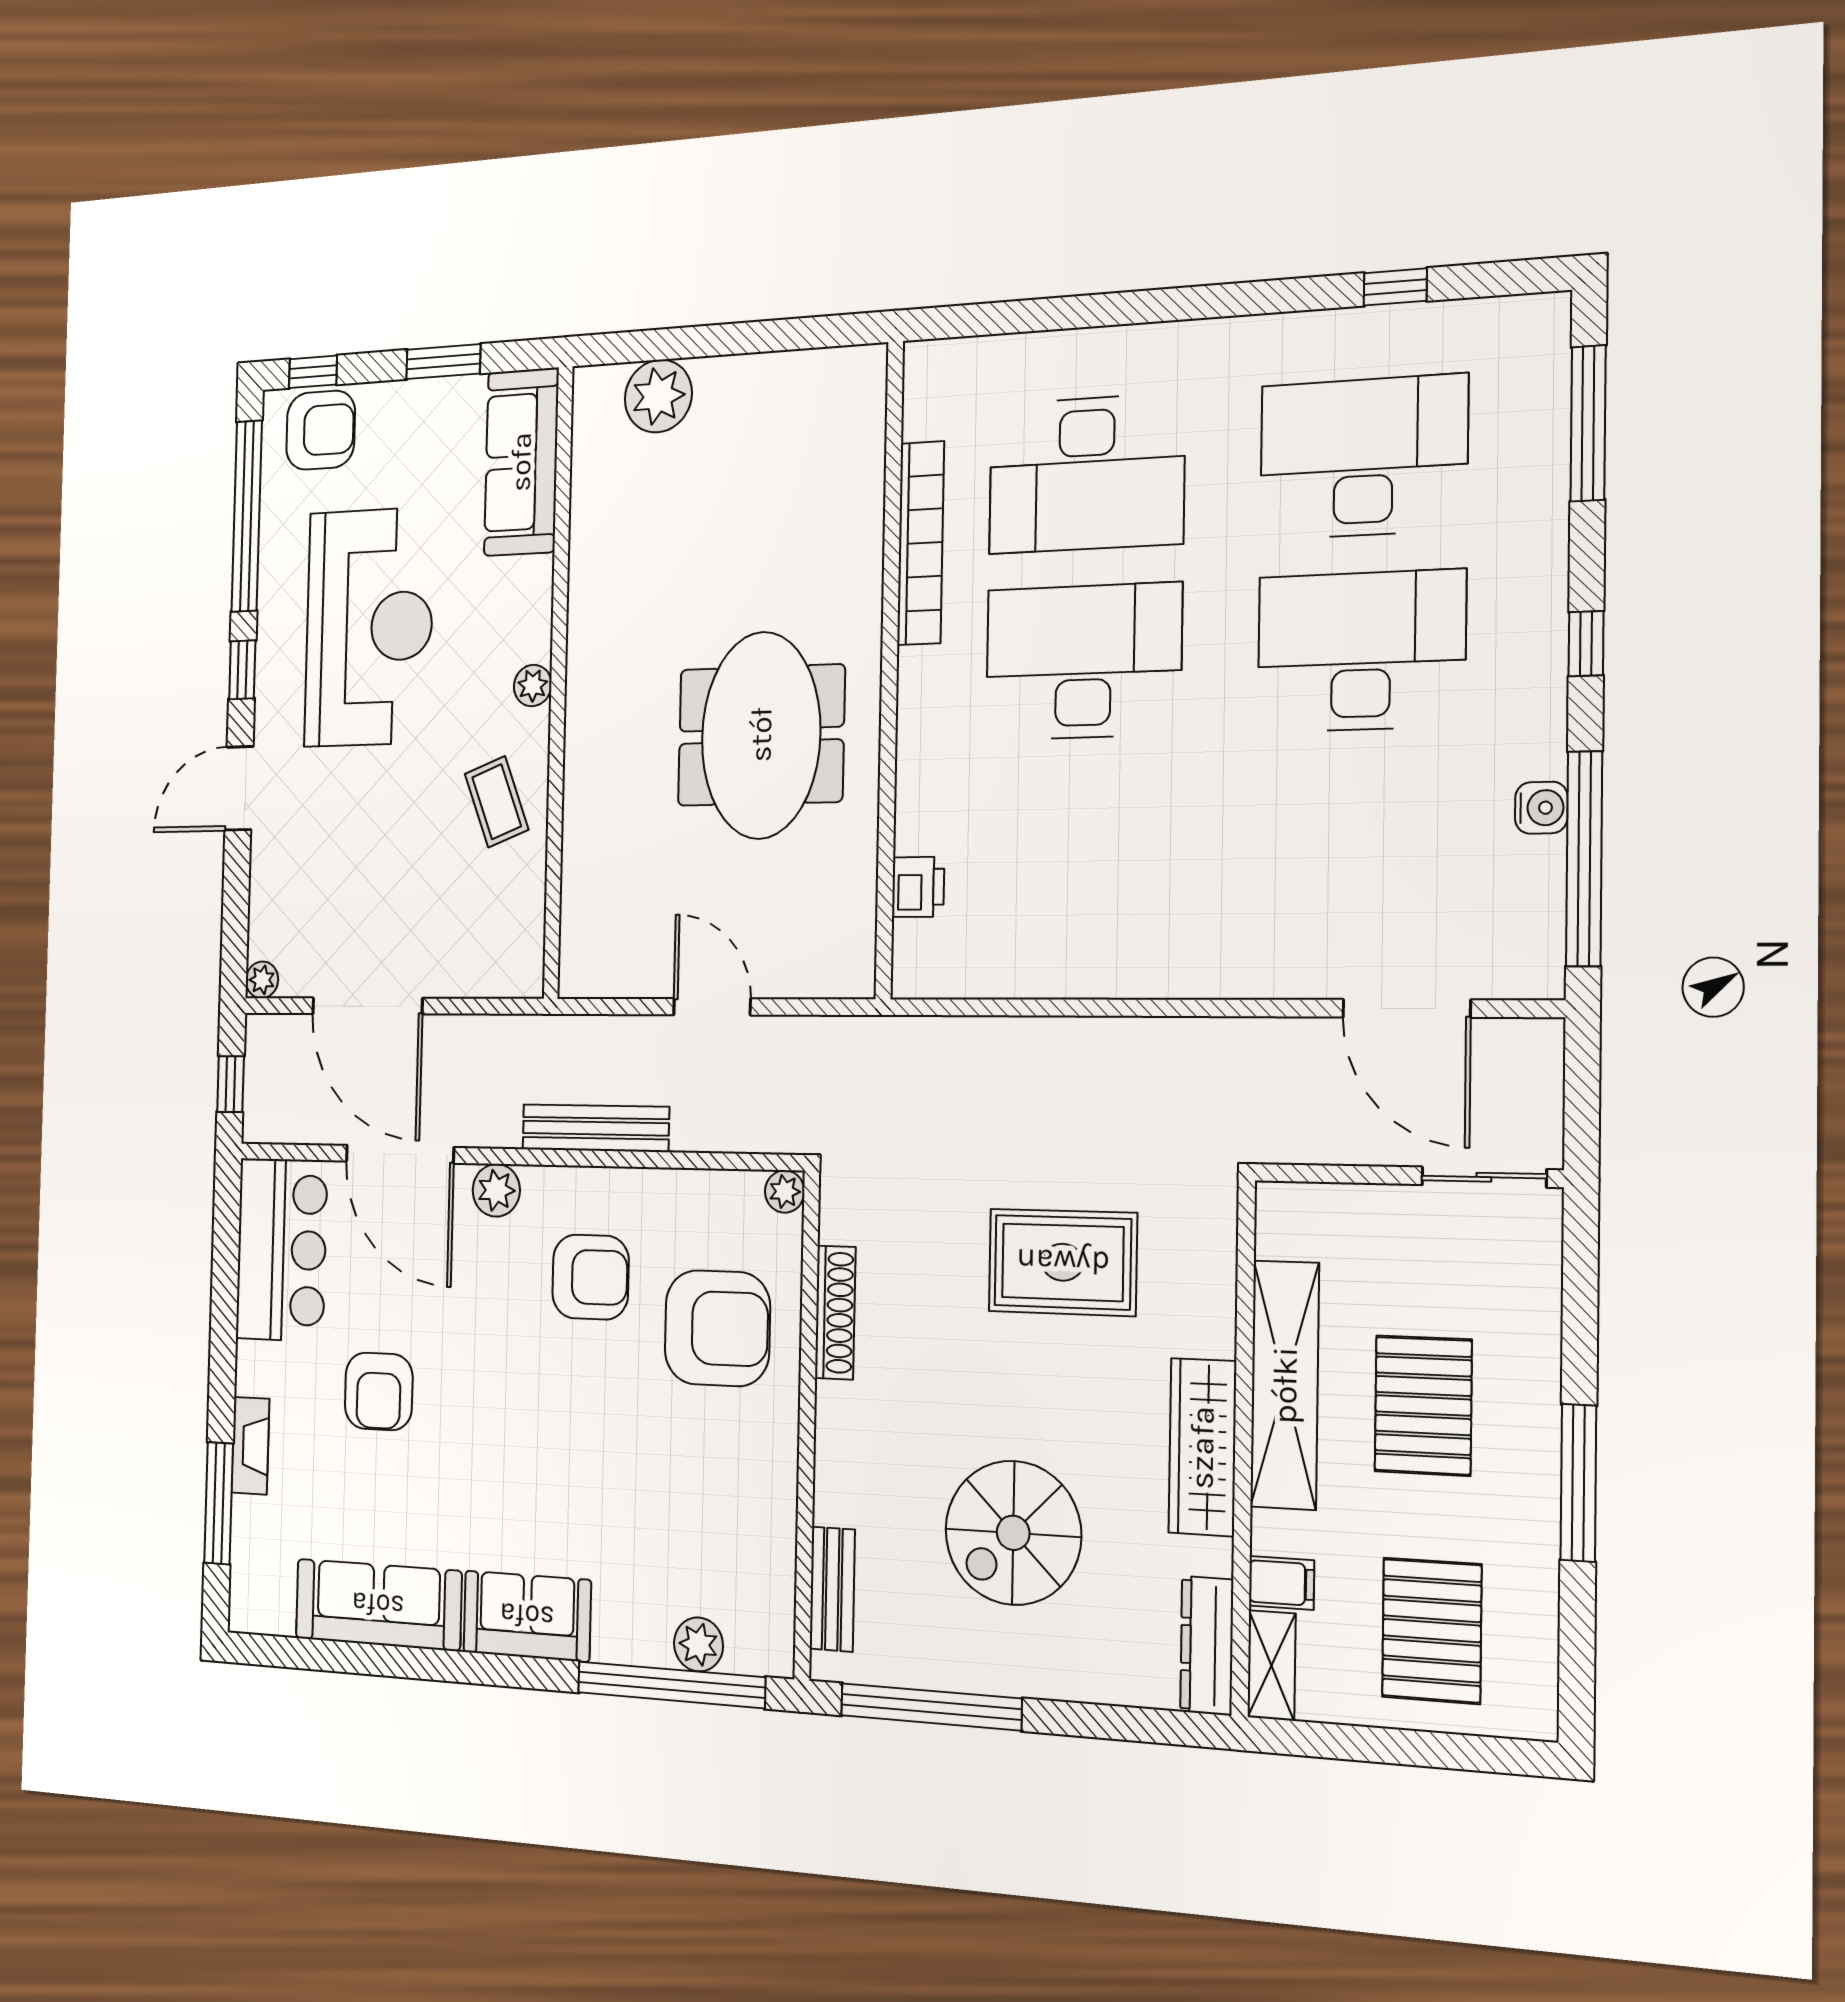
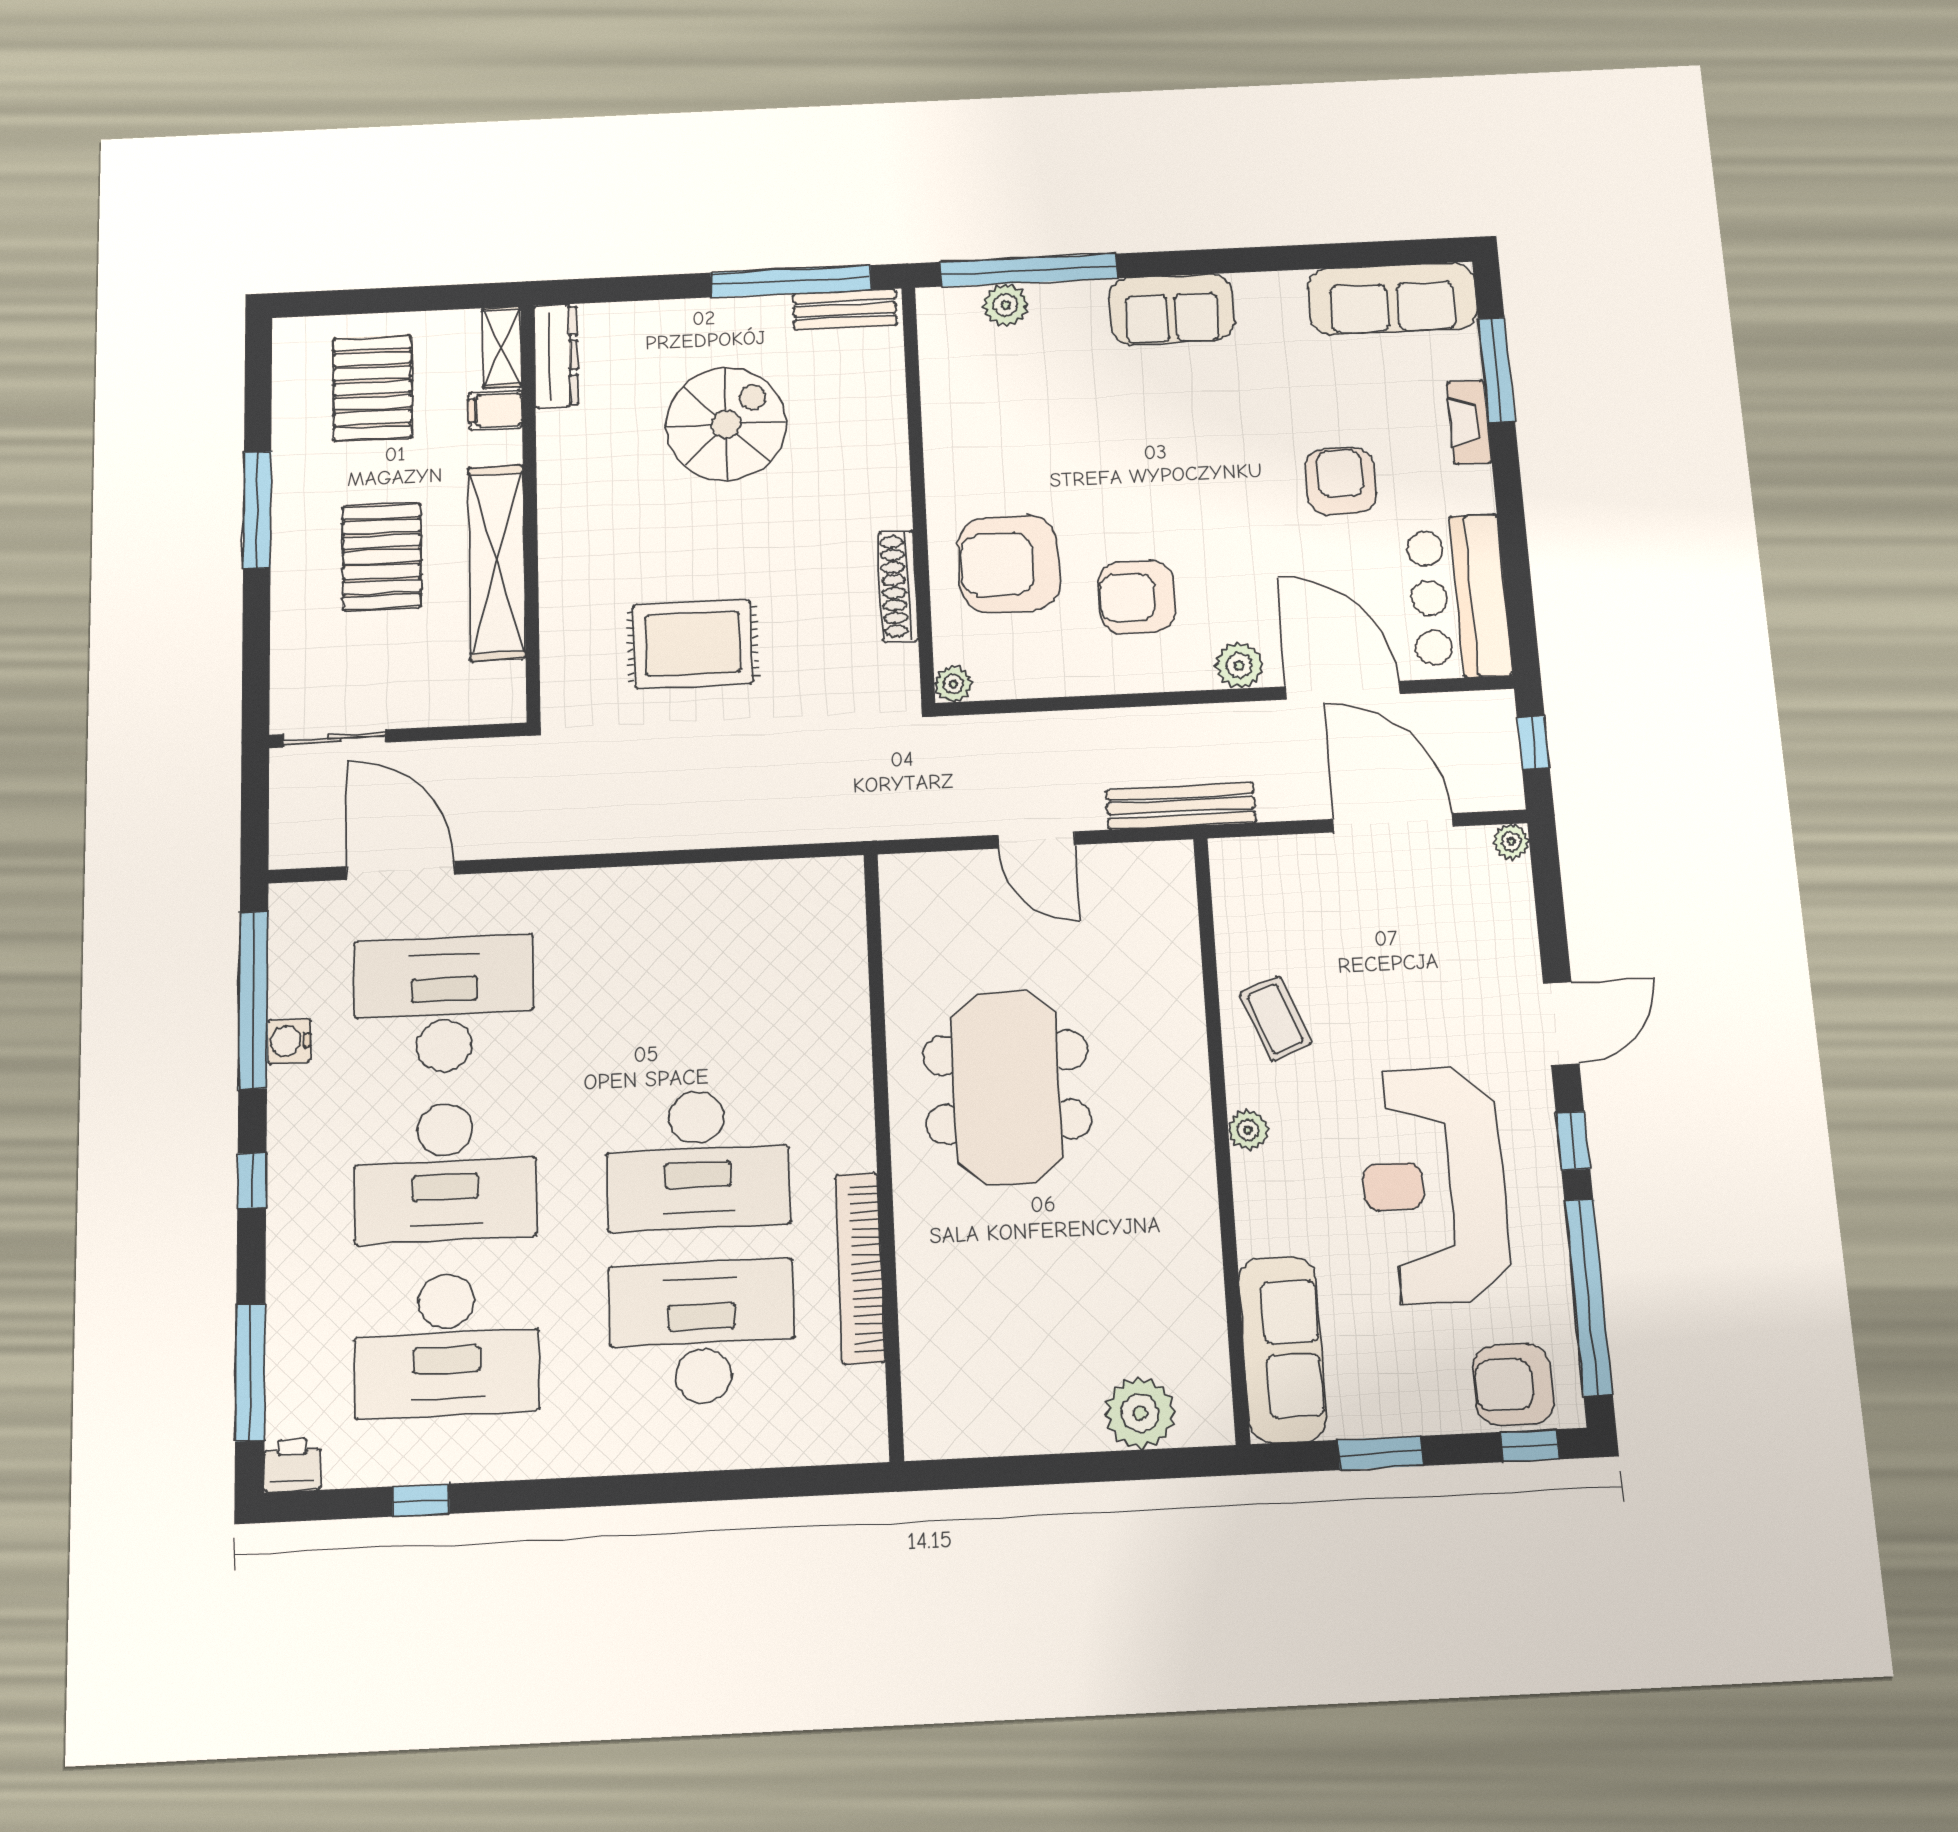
desk: (1359, 846) -> (444, 1004), added
printer: (918, 887) -> (292, 1465), moved, turned 90
bench: (595, 1128) -> (1181, 806), moved
wardrobe: (1202, 1447) -> (565, 507), removed
bench: (832, 1589) -> (845, 309), moved, turned 90
sofa: (378, 1605) -> (1392, 299), moved

